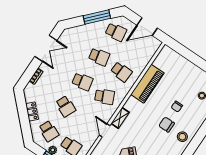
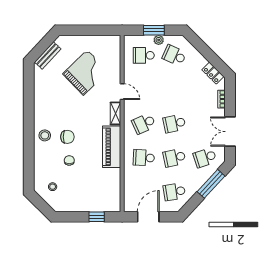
window: (97, 17) -> (211, 184), moved
window: (185, 52) -> (97, 217), added
piano: (147, 84) -> (112, 147), moved
school desk: (66, 106) -> (205, 158), moved, turned -42
locker: (32, 112) -> (213, 73), moved

